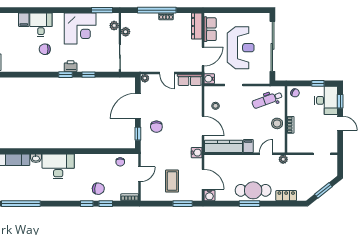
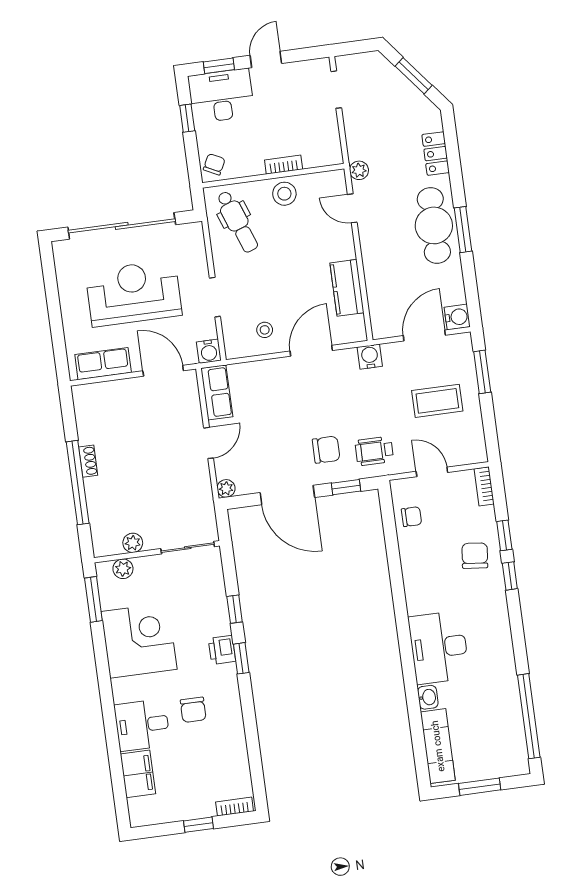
filing cabinet: (24, 20) -> (138, 774), width x2.00
dresser: (197, 26) -> (100, 393), removed
kitchen counter: (223, 146) -> (347, 288), width x0.67
filing cabinet: (248, 146) -> (341, 249), removed
wheelchair: (153, 149) -> (374, 451), added

